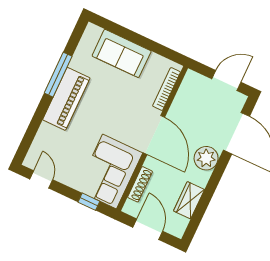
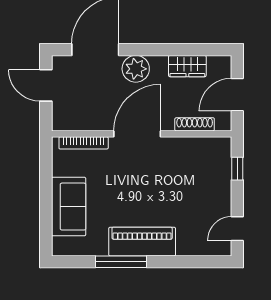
corner sofa: (109, 172) -> (196, 162), removed

